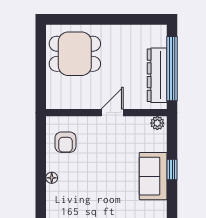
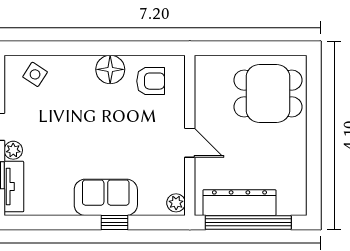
dining table: (75, 54) -> (268, 93), turned 90
armchair: (65, 142) -> (151, 81), turned 180
floor lamp: (52, 178) -> (110, 69), width x1.89, depth x1.89

